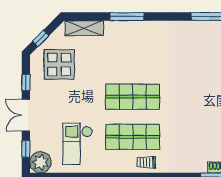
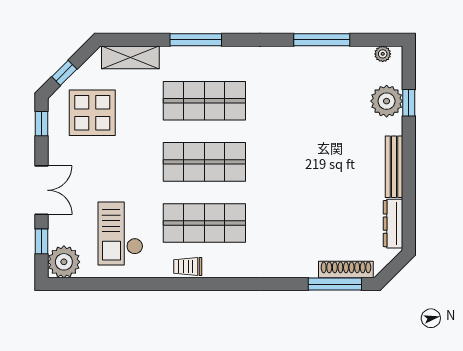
shop shelf: (133, 57) -> (204, 101), added
window: (26, 82) -> (42, 124), moved
double door: (26, 115) -> (42, 190), swing flipped
trolley: (146, 162) -> (188, 267), moved

